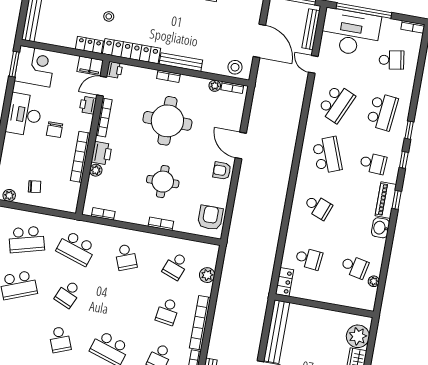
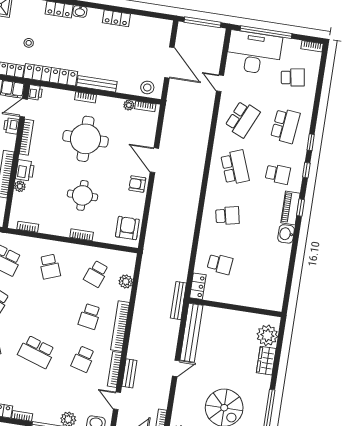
bench: (311, 29) -> (178, 301), moved
school desk: (318, 207) -> (227, 216), turned -33
school desk: (355, 267) -> (263, 271), removed
plant: (374, 281) -> (281, 284), removed

